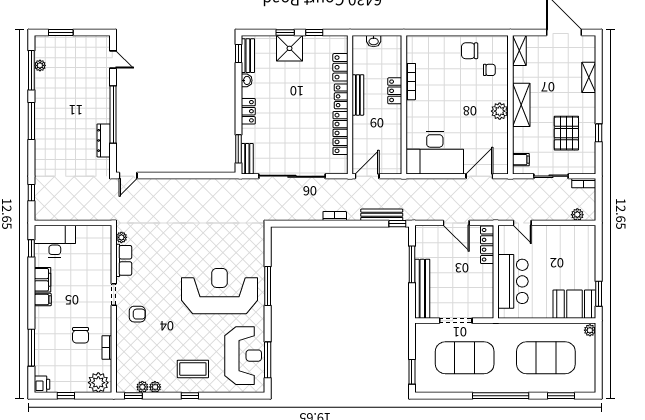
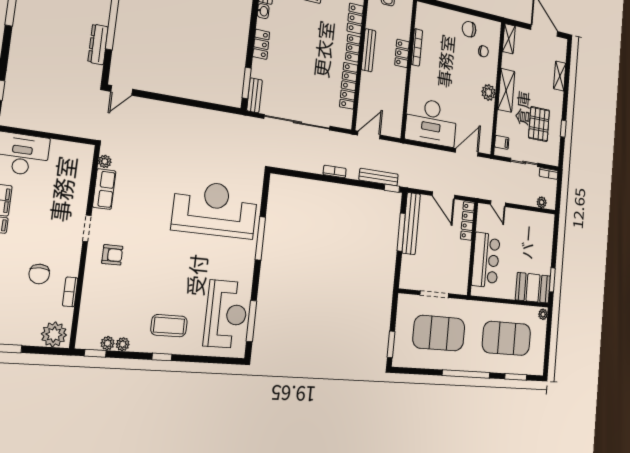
bench: (422, 289) -> (411, 224), moved
reception desk: (220, 291) -> (215, 209), moved

